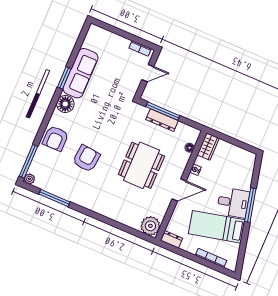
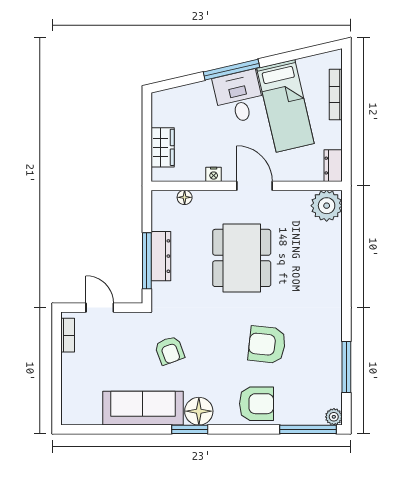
window: (64, 78) -> (190, 429), moved
armchair: (107, 102) -> (170, 350), added
wardrobe: (208, 147) -> (163, 147), moved, turned 90
dining table: (141, 165) -> (242, 258), turned 90

